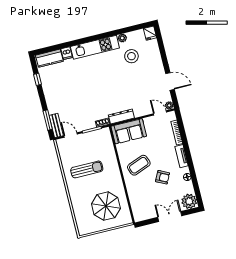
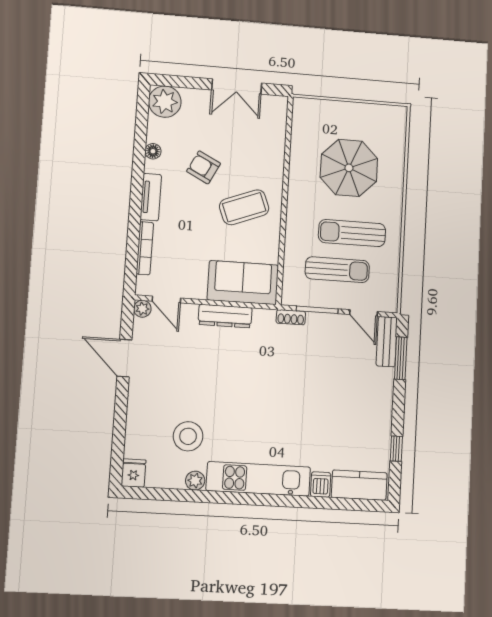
dresser: (121, 116) -> (225, 316), moved
sun lounger: (88, 151) -> (337, 270), added
parasol: (106, 206) -> (349, 168), moved
double door: (170, 217) -> (237, 87), moved

